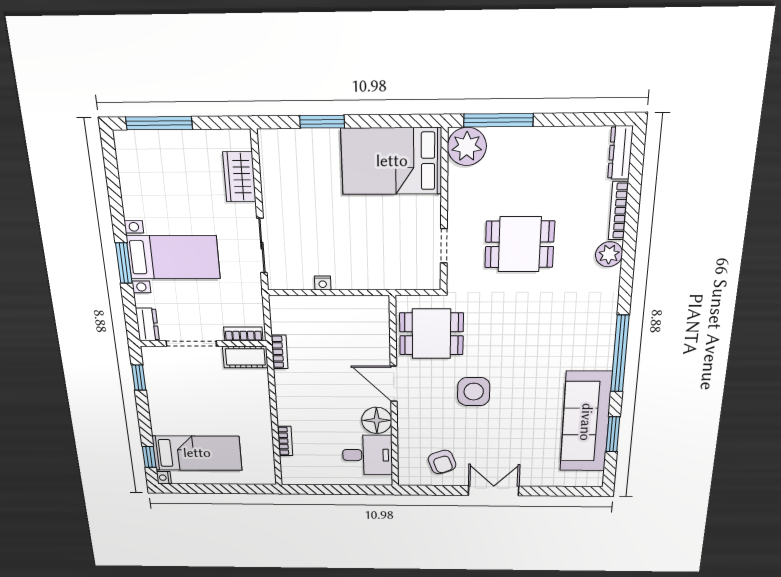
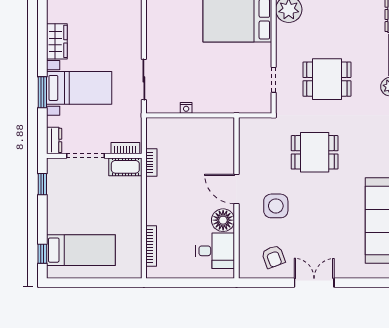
wardrobe: (239, 177) -> (57, 41), moved, turned 180
dining table: (431, 334) -> (315, 152), moved
side table: (474, 392) -> (276, 206), moved
bookcase: (285, 441) -> (151, 246), width x1.56
nightstand: (164, 478) -> (52, 273), removed

